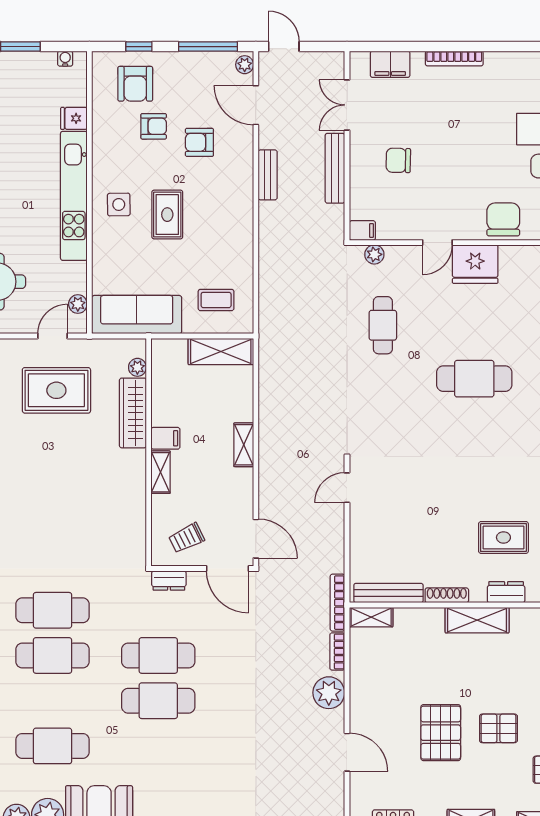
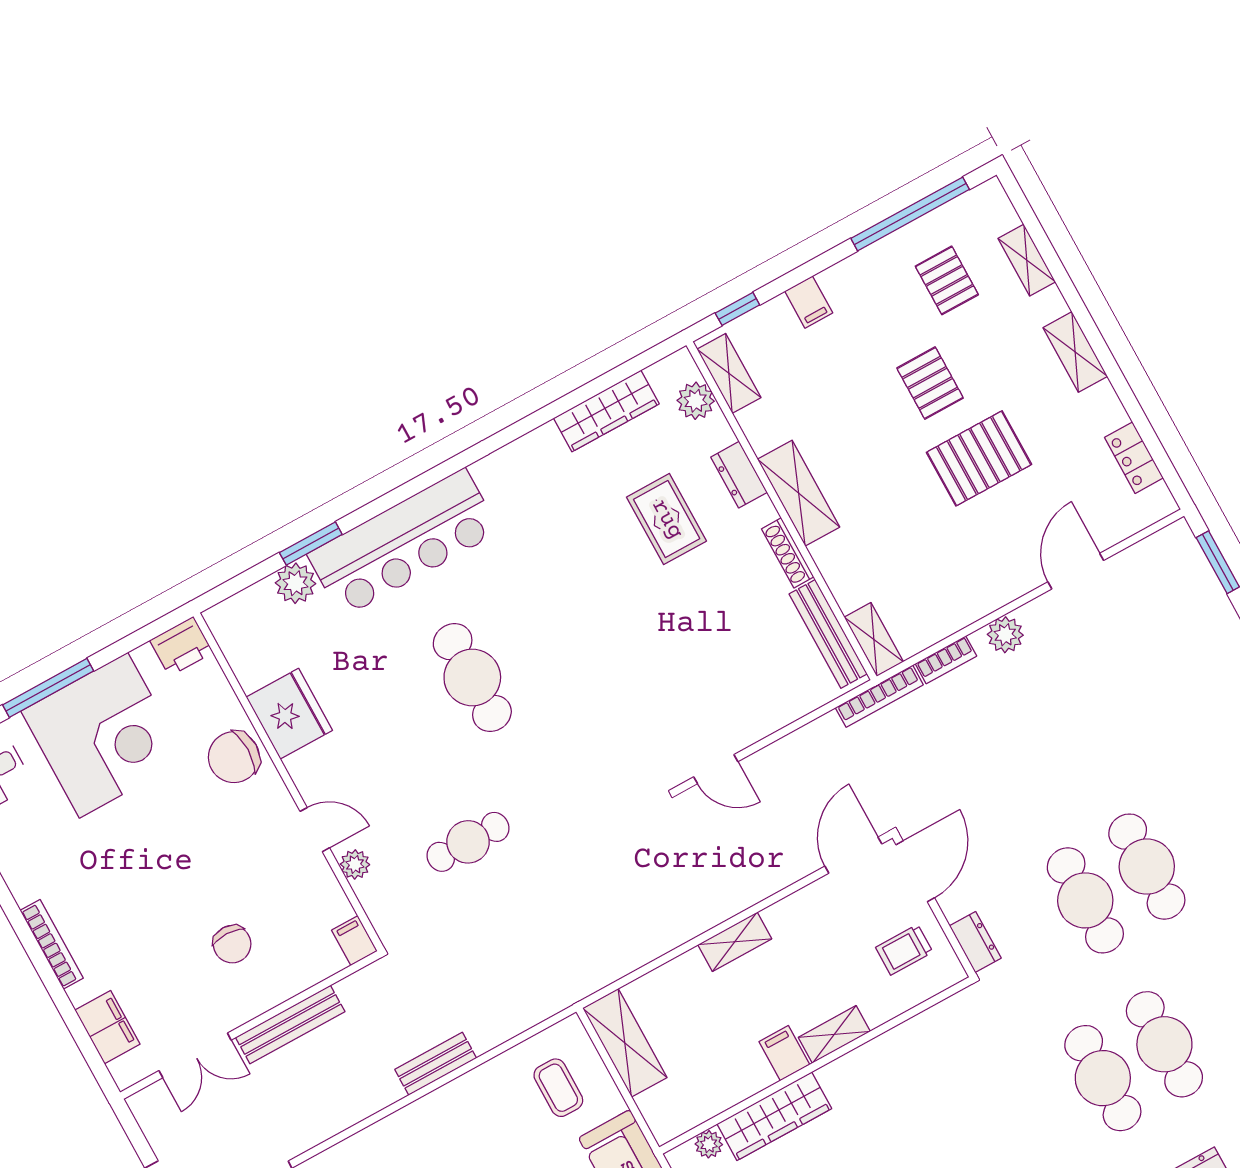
bench: (268, 175) -> (436, 1064), moved
plant: (374, 254) -> (355, 864), moved
fridge: (475, 264) -> (289, 714), moved
trolley: (187, 538) -> (904, 950), turned 116
plant: (329, 693) -> (1005, 635), width x0.73, depth x0.73

